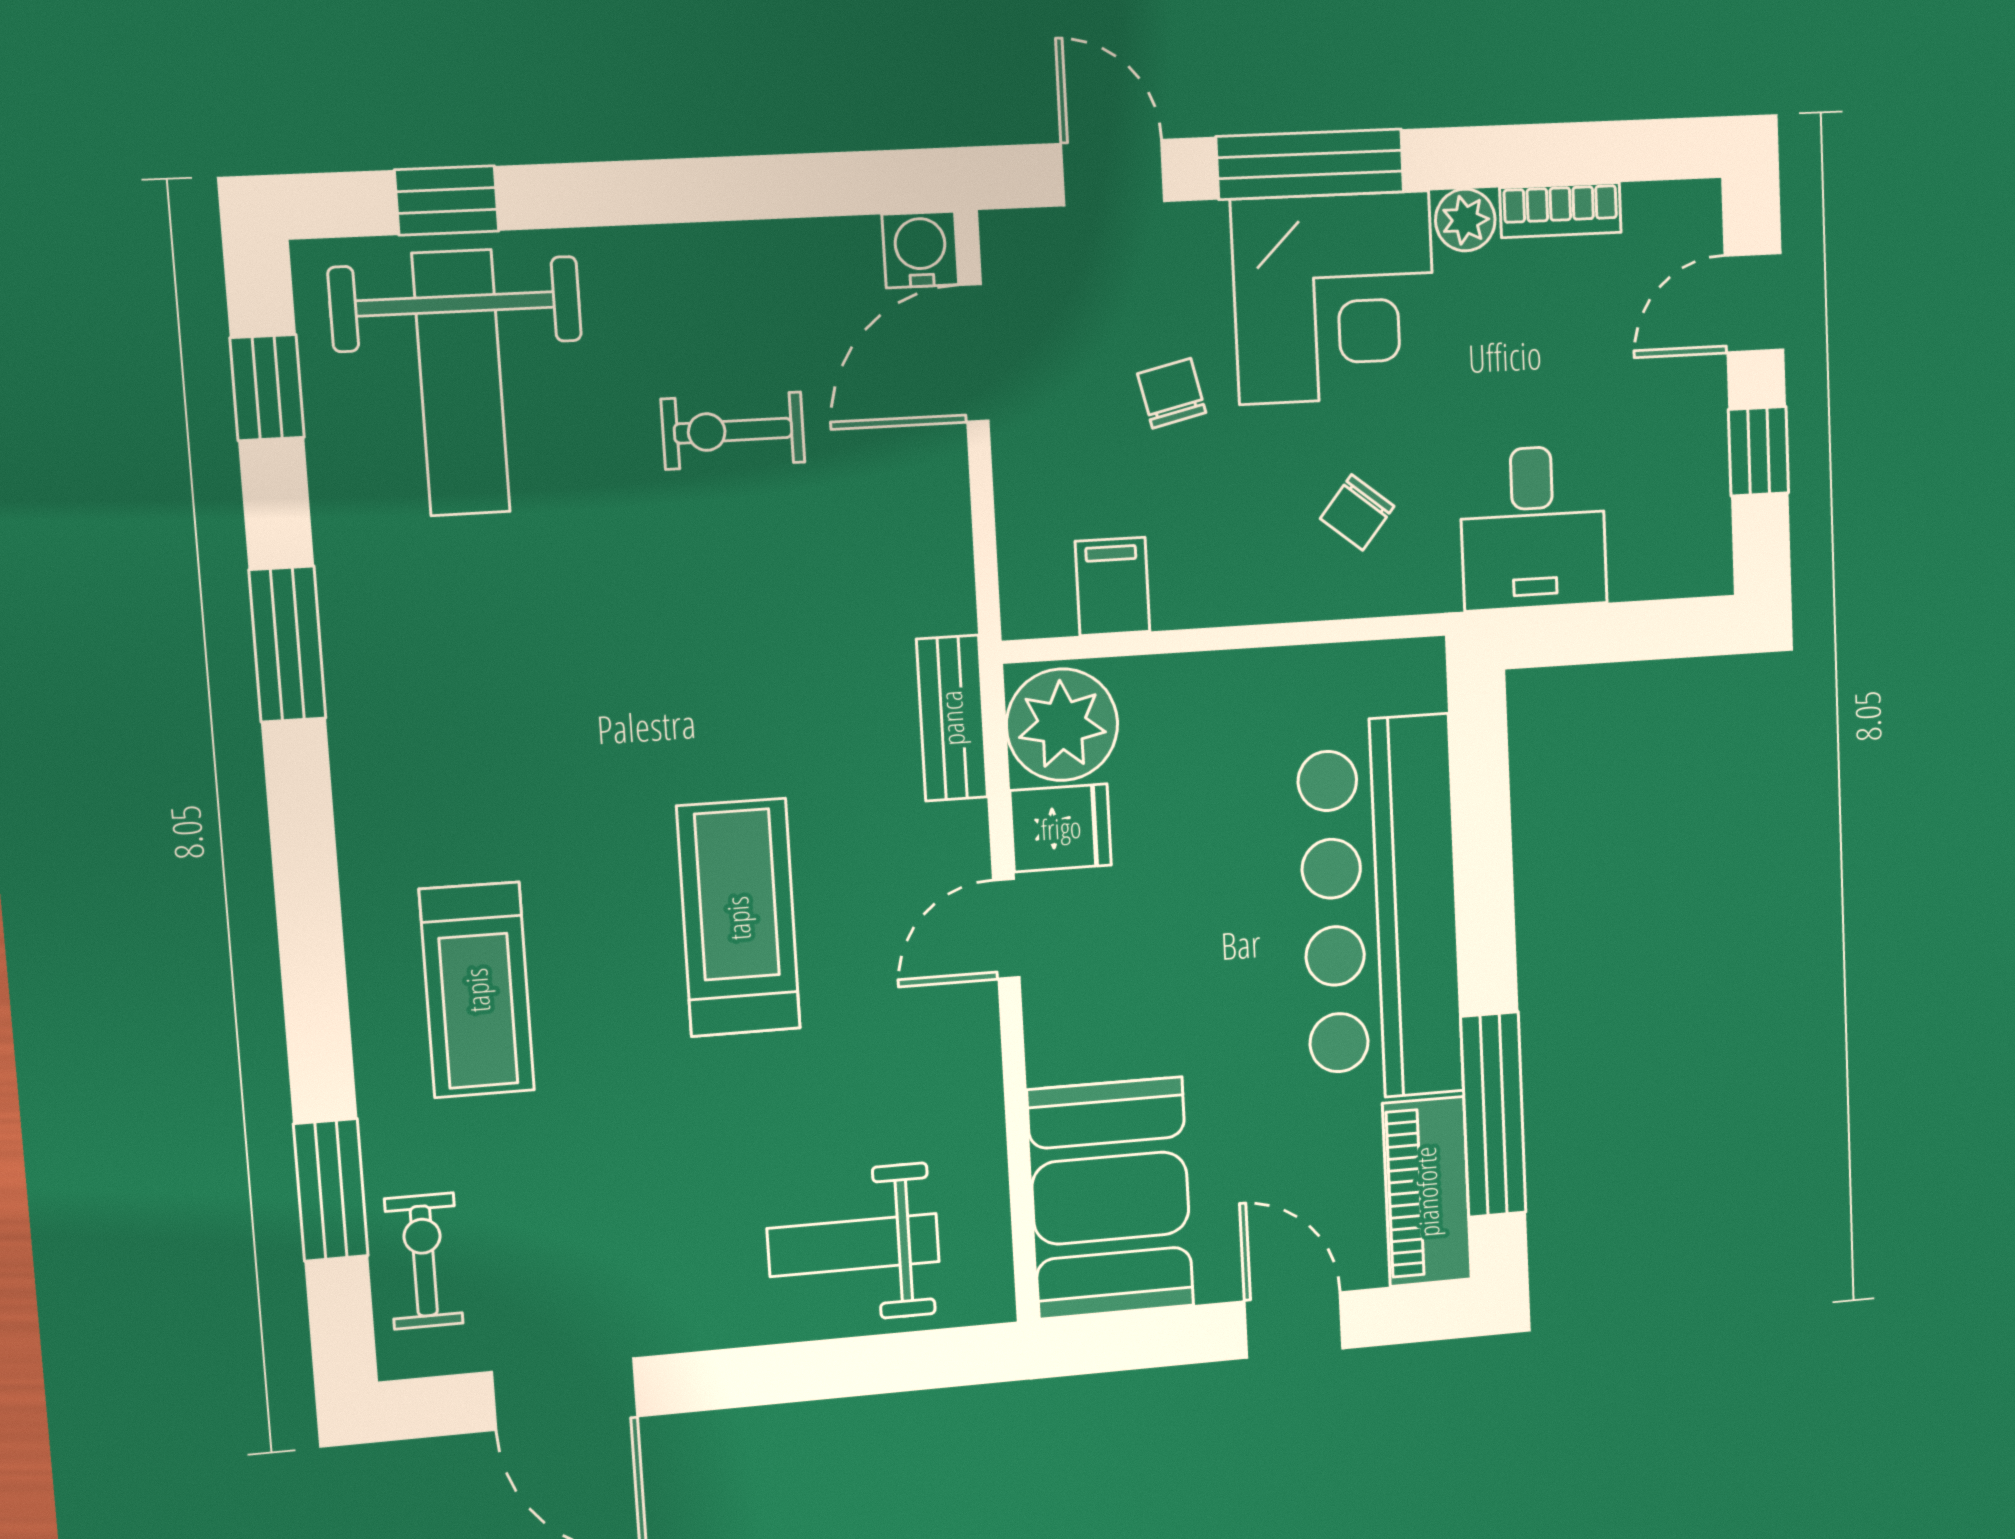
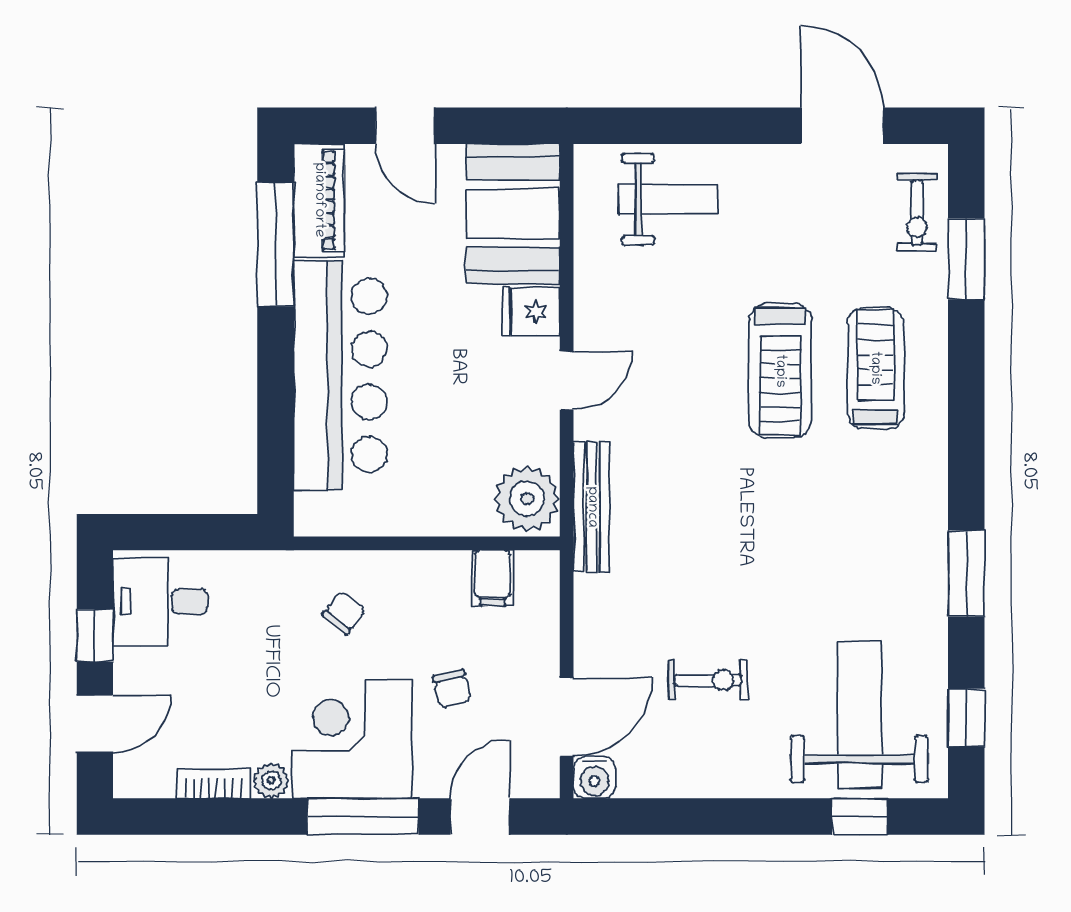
door: (1113, 173) -> (480, 817), swing flipped
desk: (1533, 528) -> (160, 602), moved, turned -90
bench: (952, 718) -> (592, 507), width x1.36
fridge: (1061, 828) -> (531, 311), moved
treadmill: (738, 918) -> (780, 371), moved

